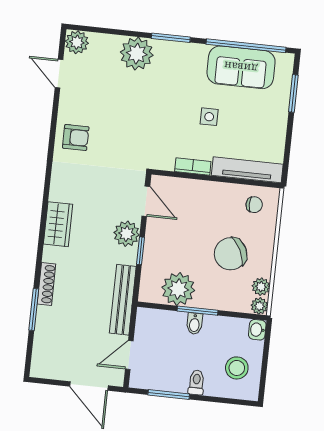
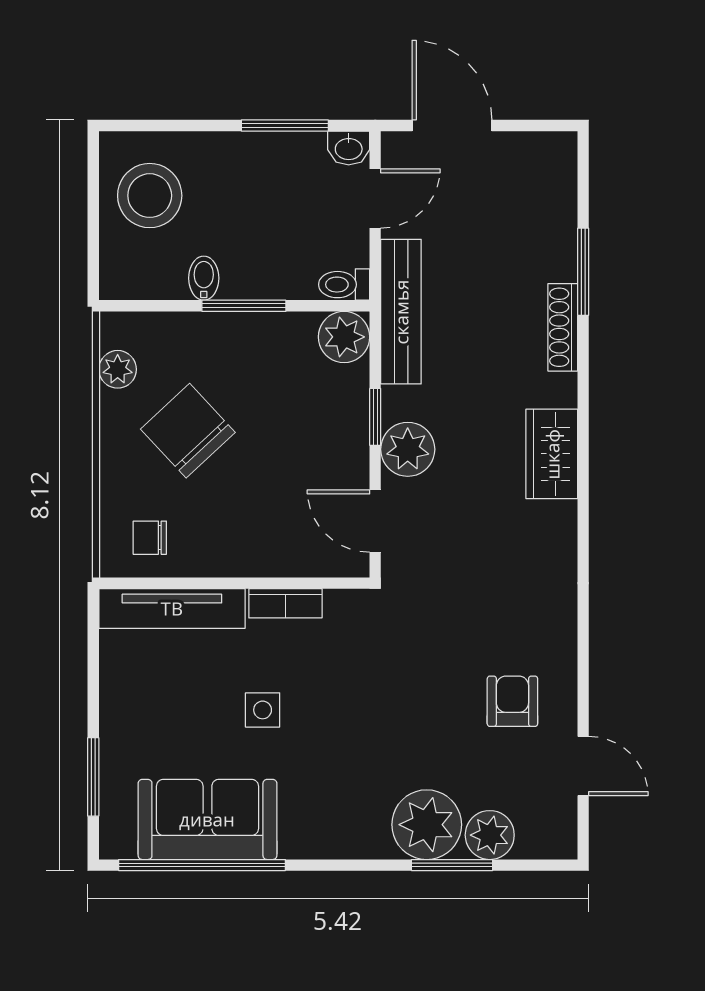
window: (171, 38) -> (452, 865), moved
plant: (77, 42) -> (490, 835), moved
armchair: (76, 137) -> (512, 701), moved, turned 90
chair: (231, 254) -> (188, 431), turned -106
plant: (178, 289) -> (344, 337), moved, width x0.73, depth x0.73
plant: (259, 306) -> (117, 329), removed
bidet: (194, 324) -> (204, 278), moved
washbasin: (257, 330) -> (349, 148), moved, turned 90
stool: (237, 368) -> (150, 196), width x1.38, depth x1.38
toilet: (196, 382) -> (344, 285), moved, turned 90

